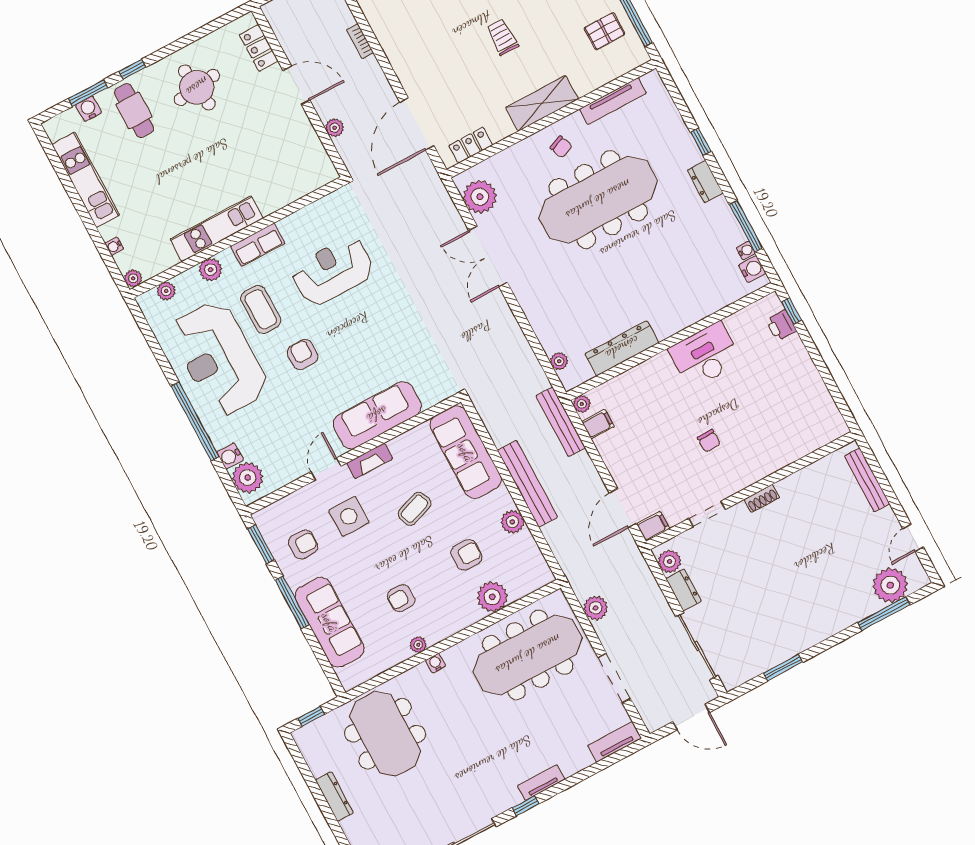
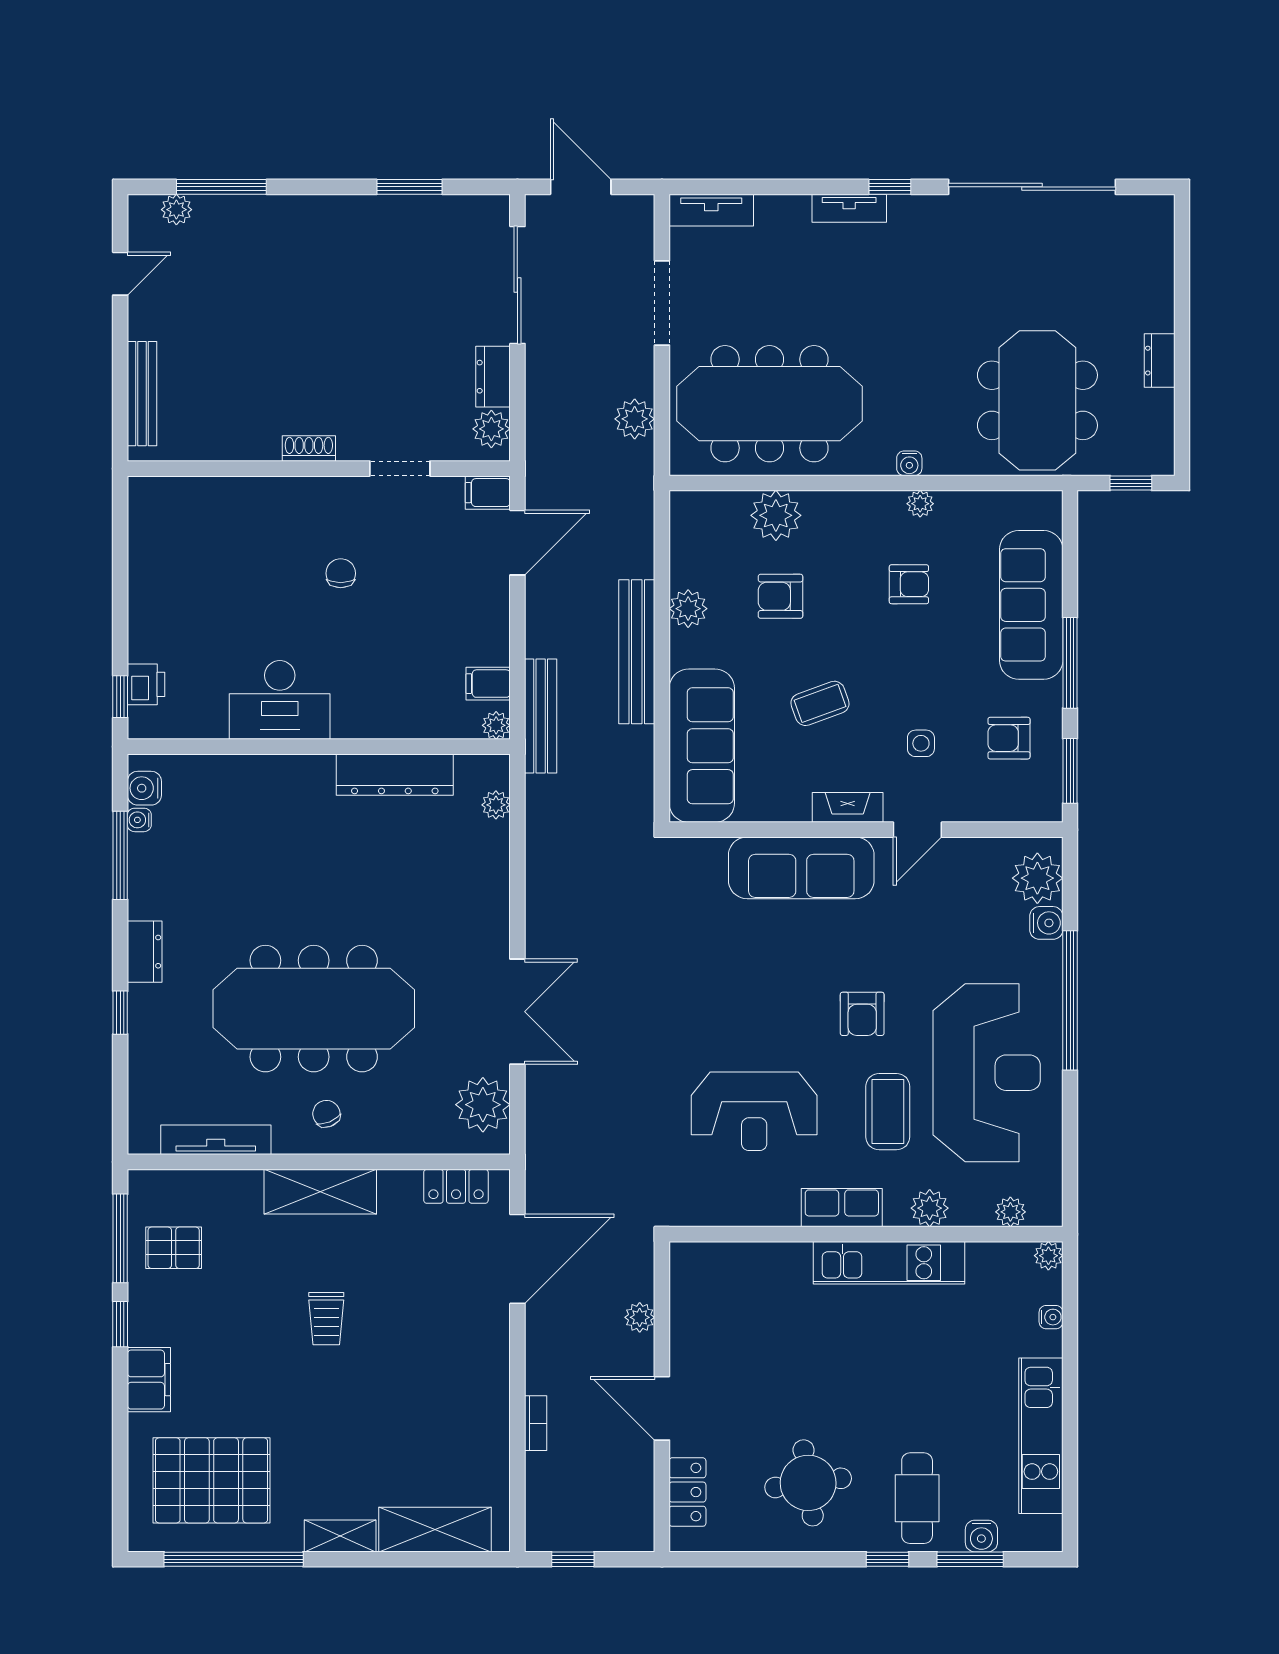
side table: (349, 516) -> (921, 743), width x0.54, depth x0.54
plant: (890, 585) -> (176, 210), width x0.53, depth x0.53
dresser: (334, 796) -> (1160, 361), width x0.70

